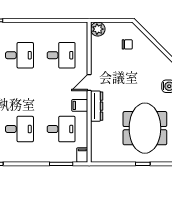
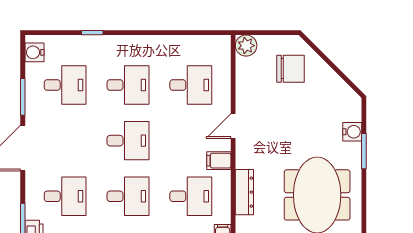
chair: (127, 44) -> (290, 69), width x1.87, depth x1.87
desk: (19, 92) -> (128, 141), added
dresser: (97, 106) -> (244, 192), moved

